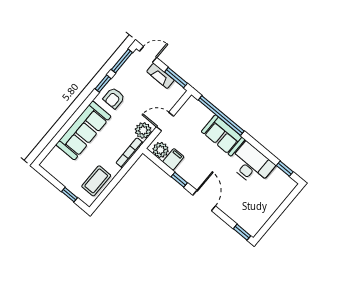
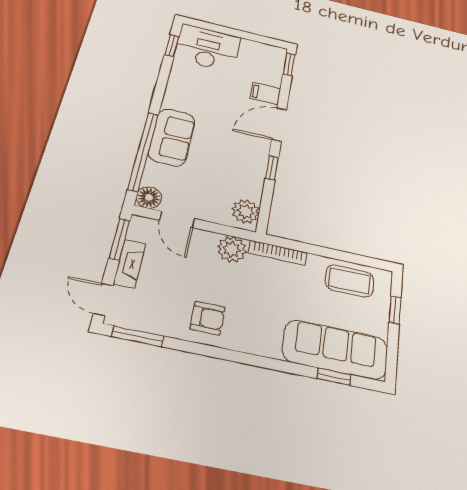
window: (103, 84) -> (334, 377), moved
floor lamp: (192, 104) -> (149, 197), added
door: (165, 121) -> (177, 219), moved
sofa: (83, 130) -> (335, 350), moved
filing cabinet: (173, 159) -> (265, 94), moved
desk: (251, 164) -> (208, 48), moved, turned 90

